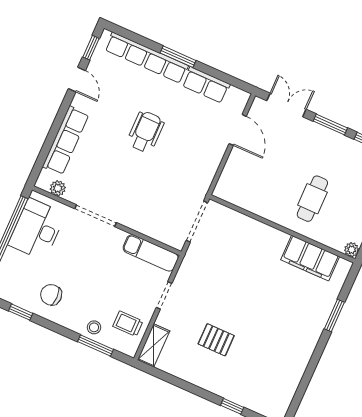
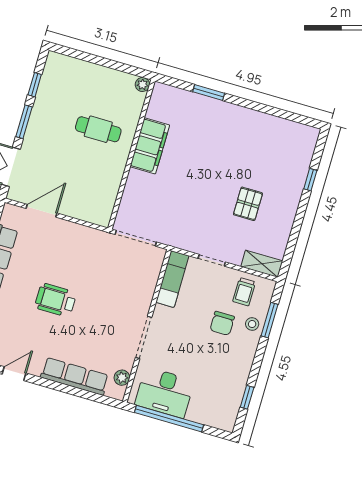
filing cabinet: (310, 258) -> (150, 146), moved
chair: (51, 295) -> (222, 323), moved

